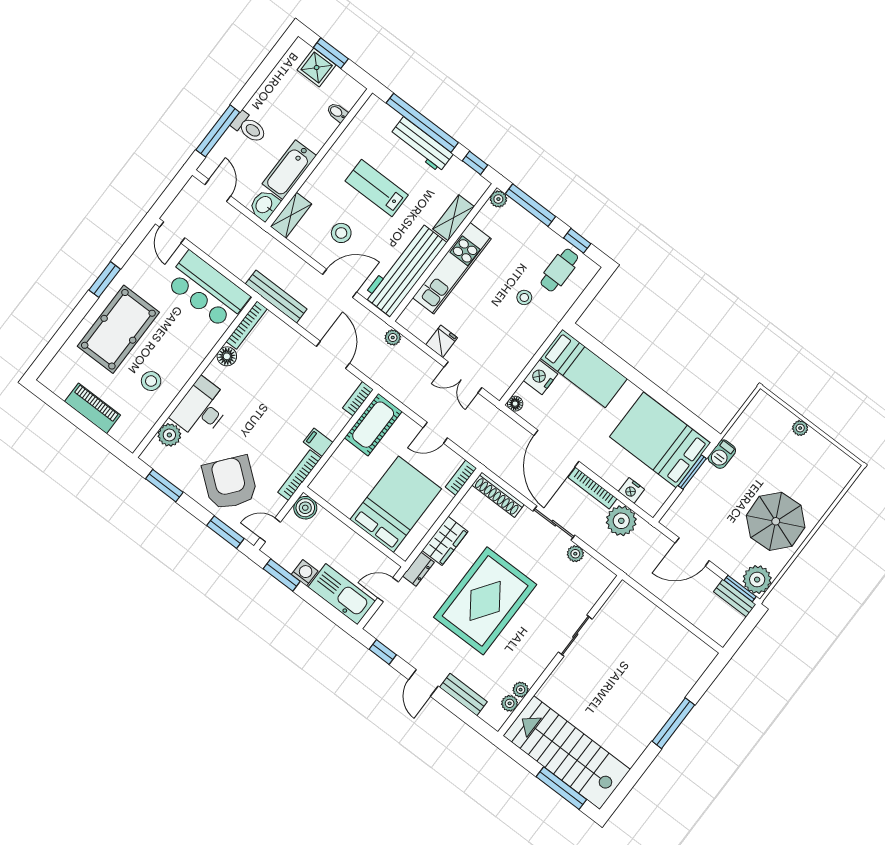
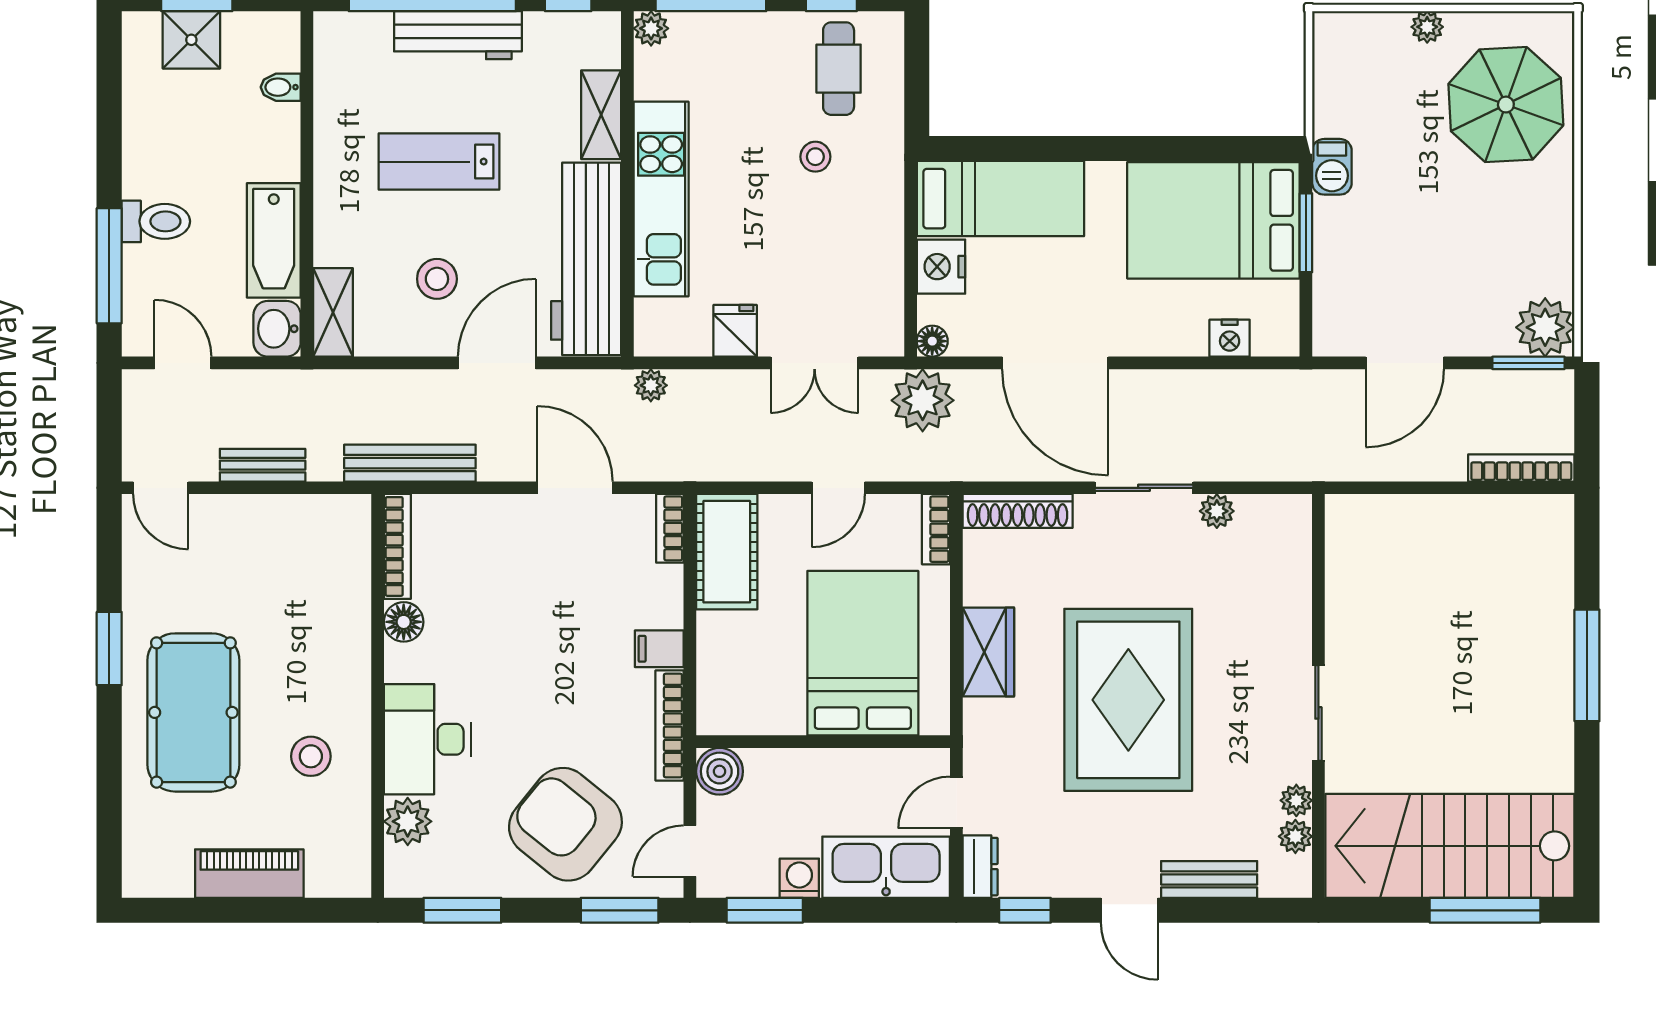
bar counter: (207, 290) -> (289, 538), removed
bookcase: (592, 488) -> (1521, 468), moved, turned 180
plant: (621, 521) -> (923, 400), moved
parasol: (776, 521) -> (1506, 105), moved
dresser: (418, 569) -> (980, 867), moved
bench: (735, 598) -> (263, 465), moved
sliding door: (575, 636) -> (1318, 713), moved

